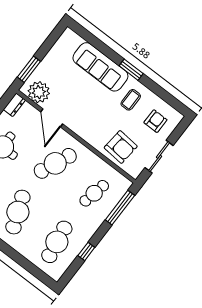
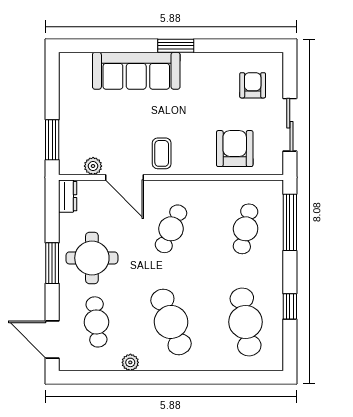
plant: (39, 92) -> (93, 166), width x0.53, depth x0.53
coffee table: (131, 100) -> (162, 153), moved
armchair: (121, 147) -> (235, 149), turned -95
cafe table: (55, 163) -> (171, 229), width x0.73, depth x0.74

